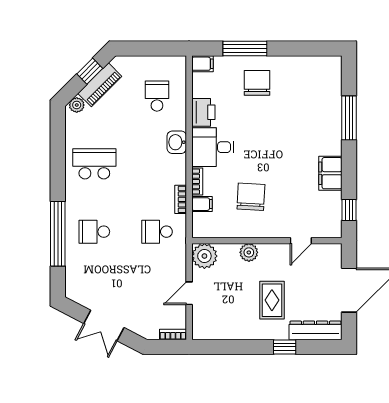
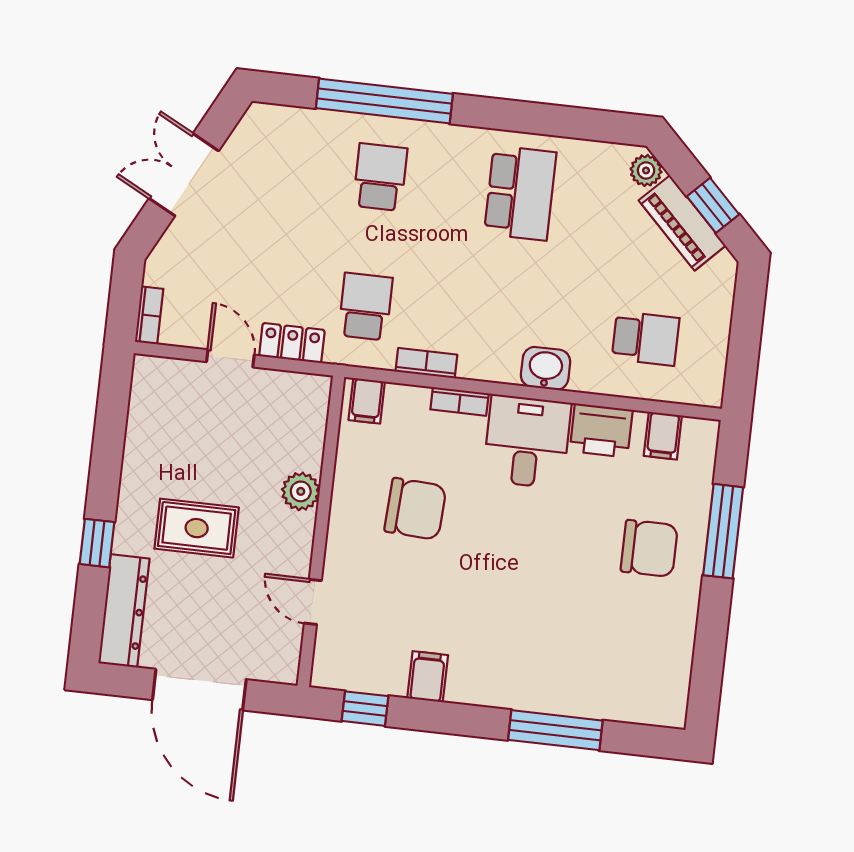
filing cabinet: (202, 64) -> (663, 436), moved
filing cabinet: (330, 173) -> (428, 677), width x0.50
filing cabinet: (202, 204) -> (367, 401), moved
plant: (204, 256) -> (304, 399), removed
locker: (178, 265) -> (292, 343), added

